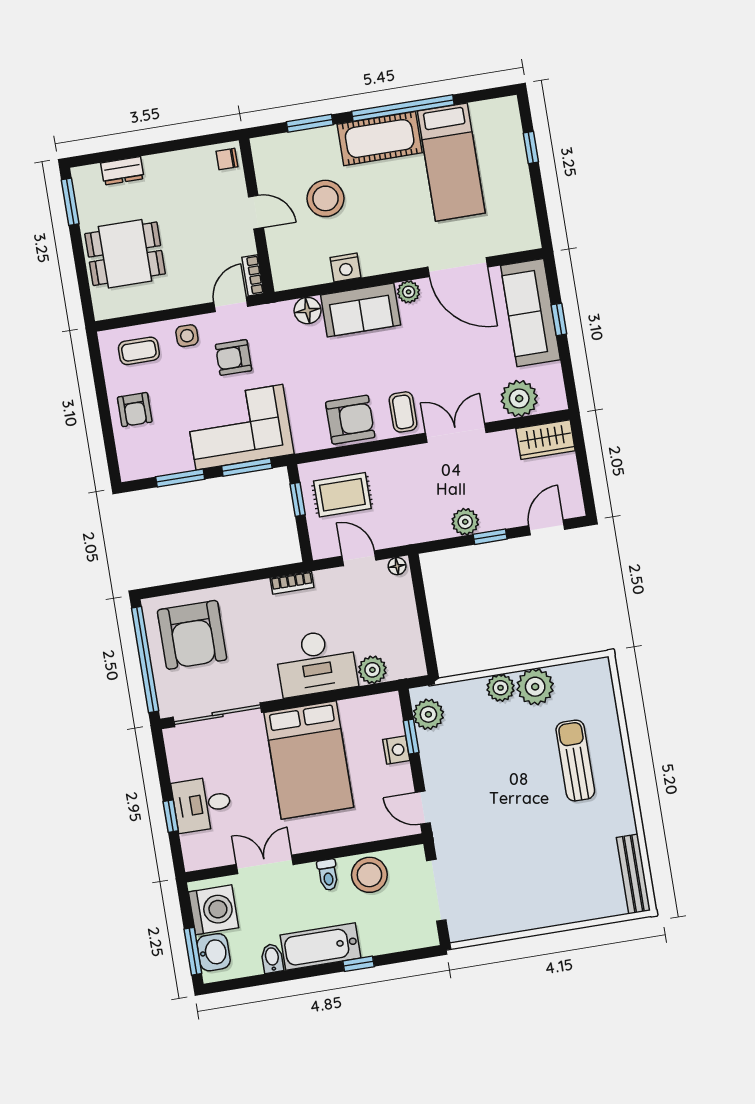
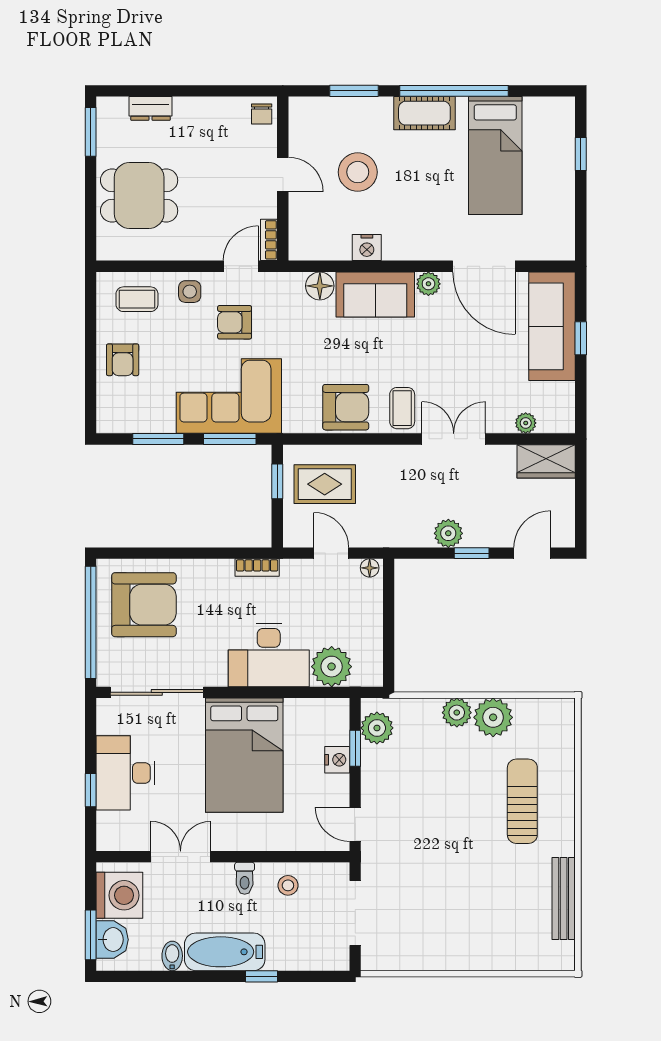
cot: (380, 139) -> (424, 113), width x0.73, depth x0.75
chair: (227, 159) -> (262, 114), turned -90
plant: (519, 399) -> (526, 423), width x0.53, depth x0.53
armchair: (192, 635) -> (144, 605), turned -90
plant: (372, 670) -> (332, 667), width x1.36, depth x1.36
desk: (202, 804) -> (126, 773), width x1.37
bench: (633, 874) -> (564, 899), moved
stool: (369, 875) -> (288, 885), width x0.53, depth x0.53

